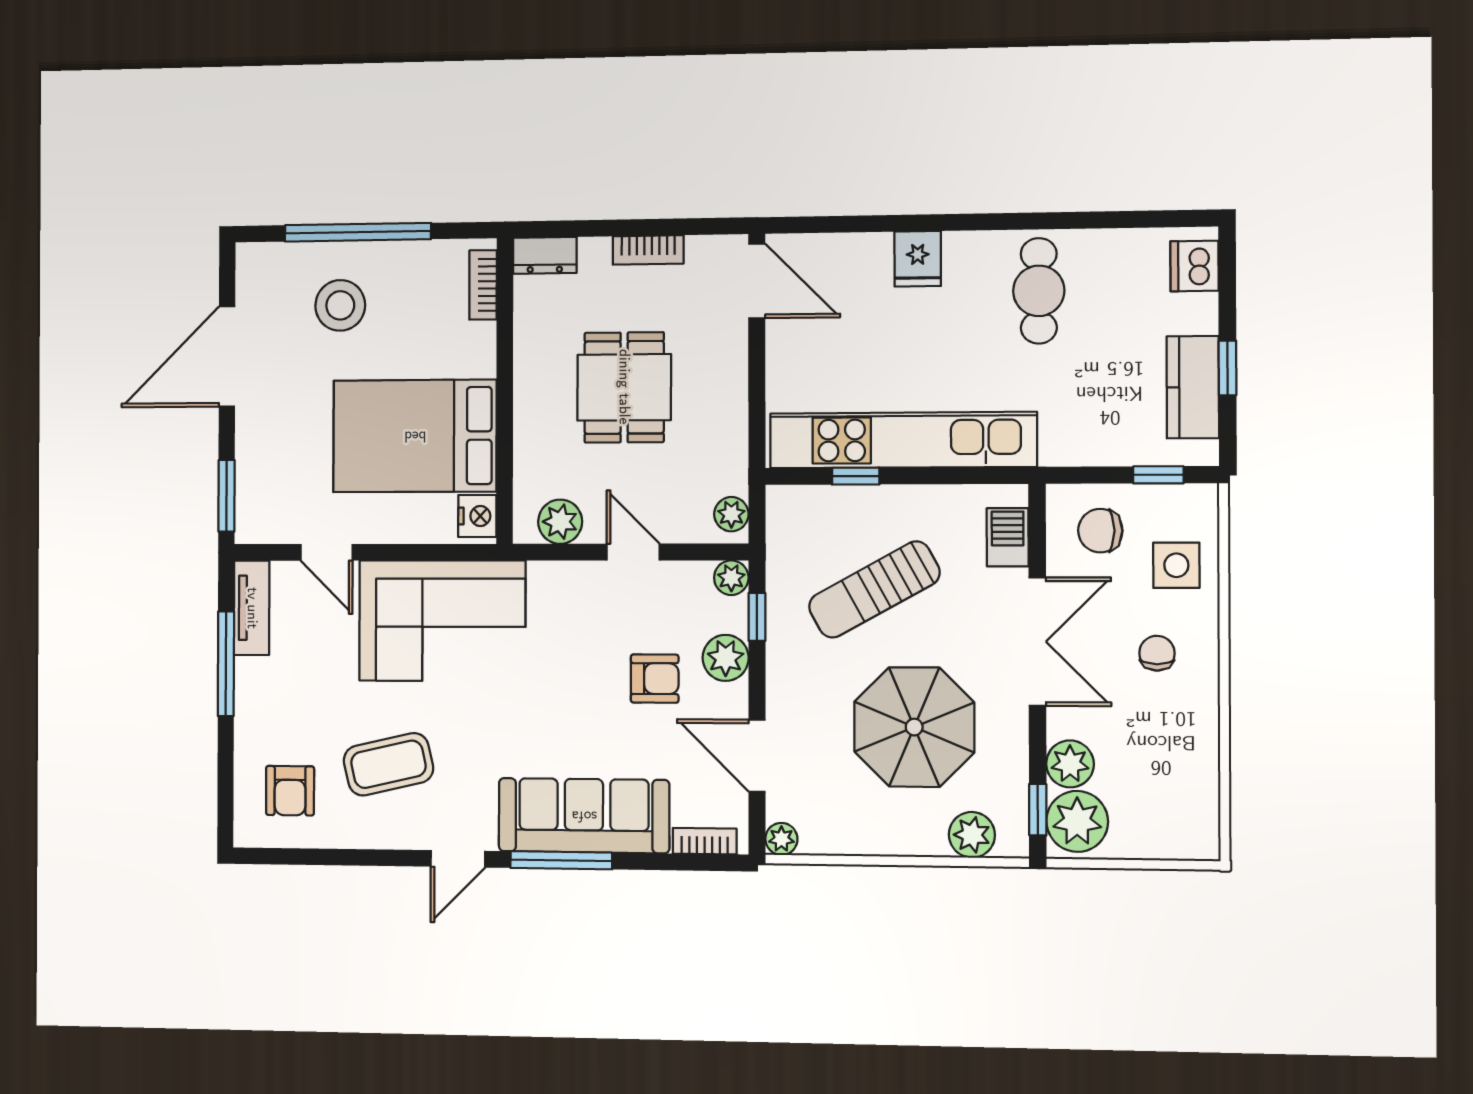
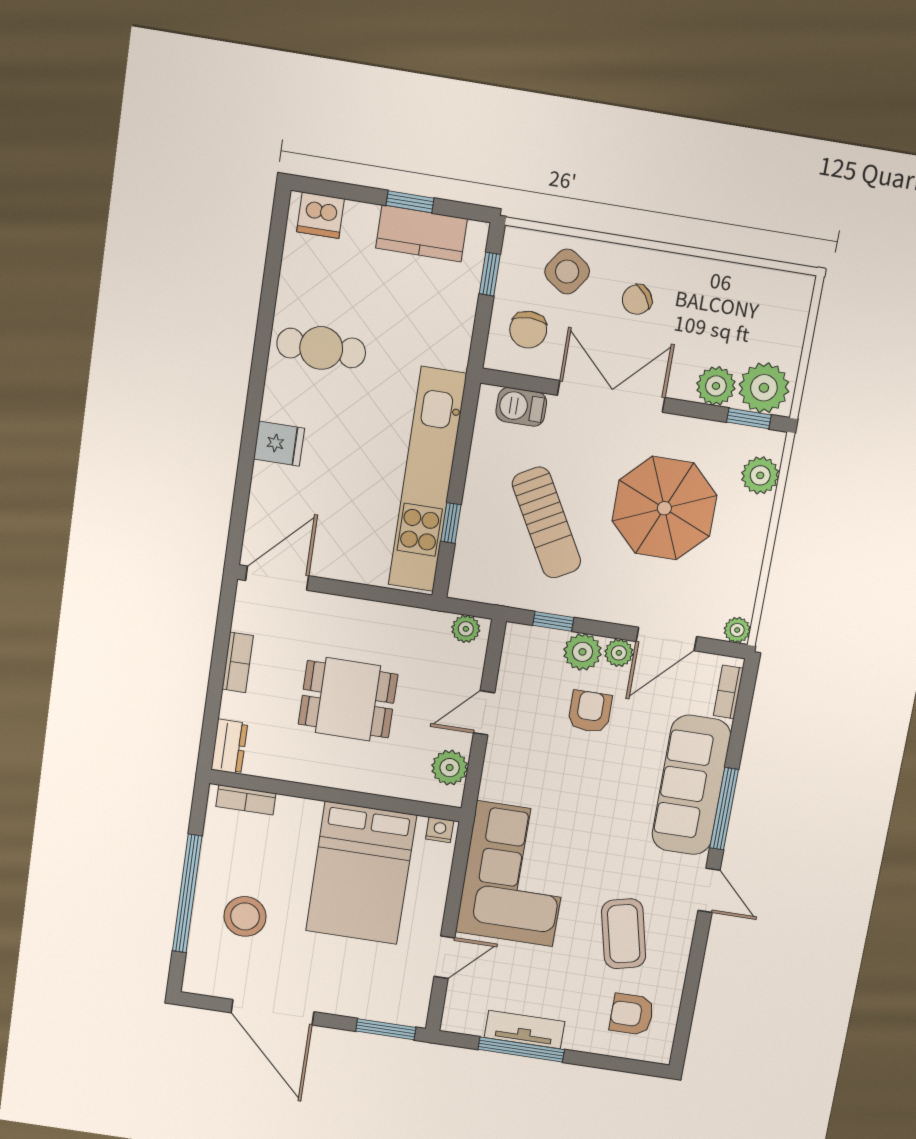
nightstand: (477, 516) -> (440, 830), width x0.72, depth x0.74
side table: (1176, 565) -> (567, 272), turned 35
plant: (731, 578) -> (619, 653), moved
tv unit: (252, 608) -> (525, 1030), moved
chair: (1157, 653) -> (637, 300), turned -38
armchair: (290, 791) -> (632, 1014), turned 180

